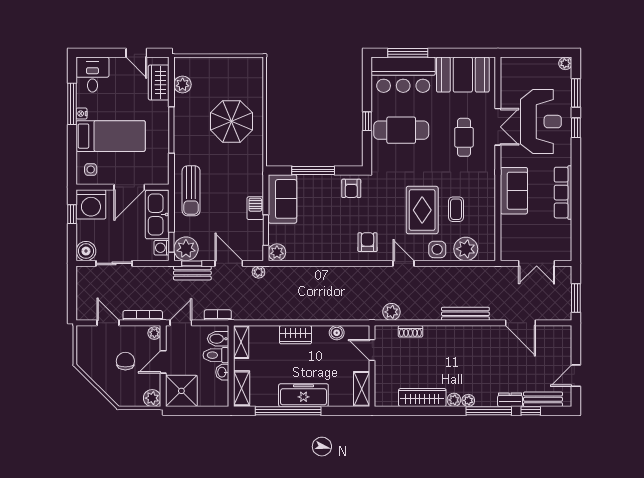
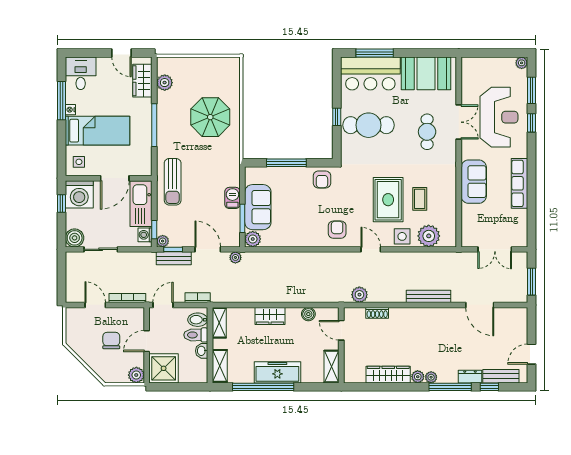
sofa: (282, 199) -> (258, 207), moved
plant: (186, 249) -> (163, 241), width x0.53, depth x0.53
plant: (154, 333) -> (138, 314), removed

